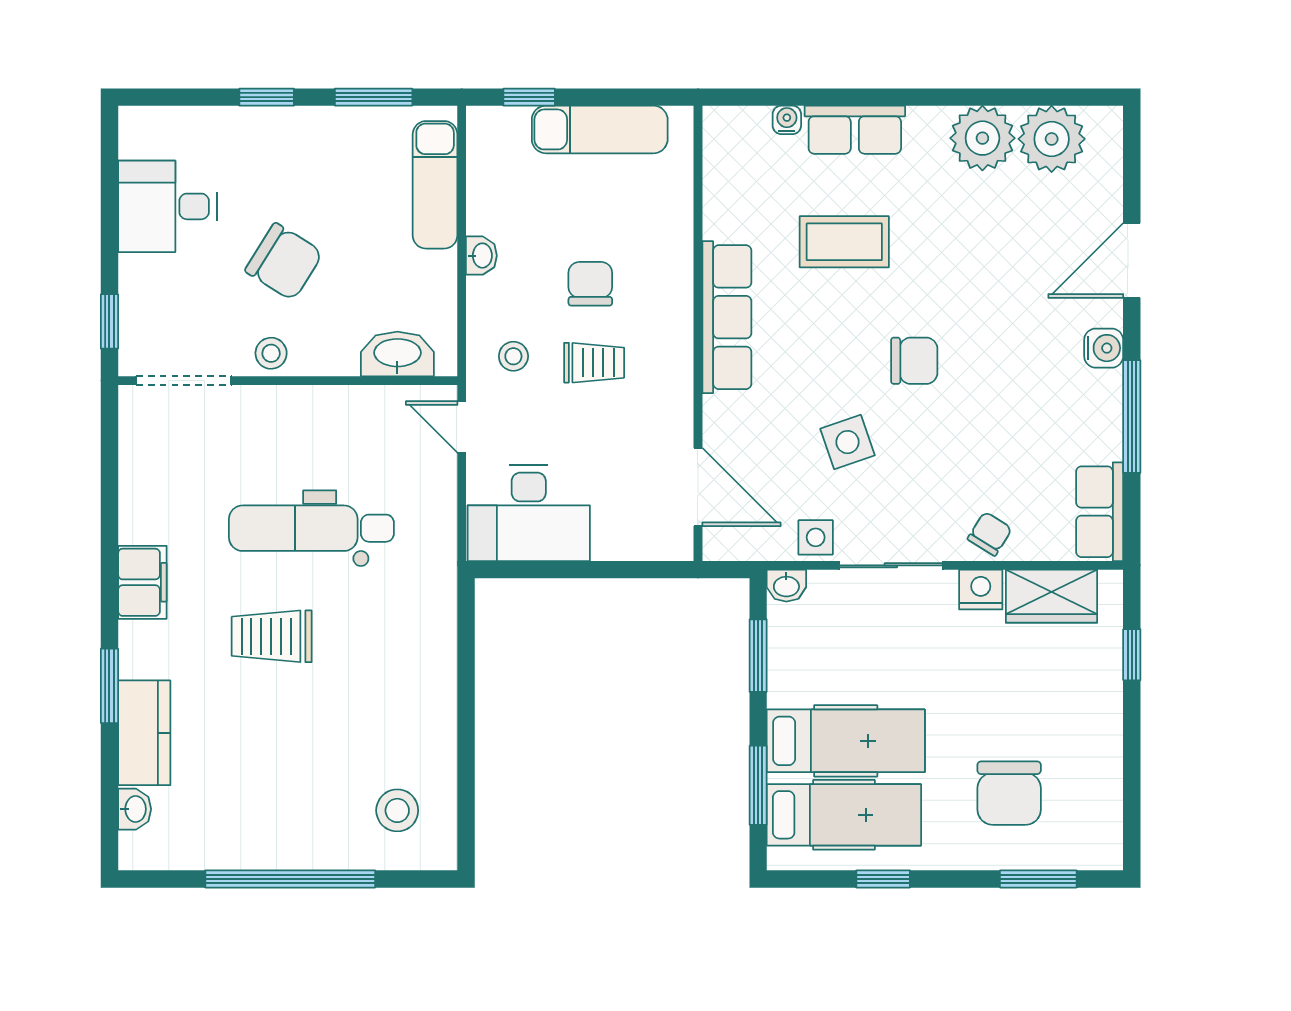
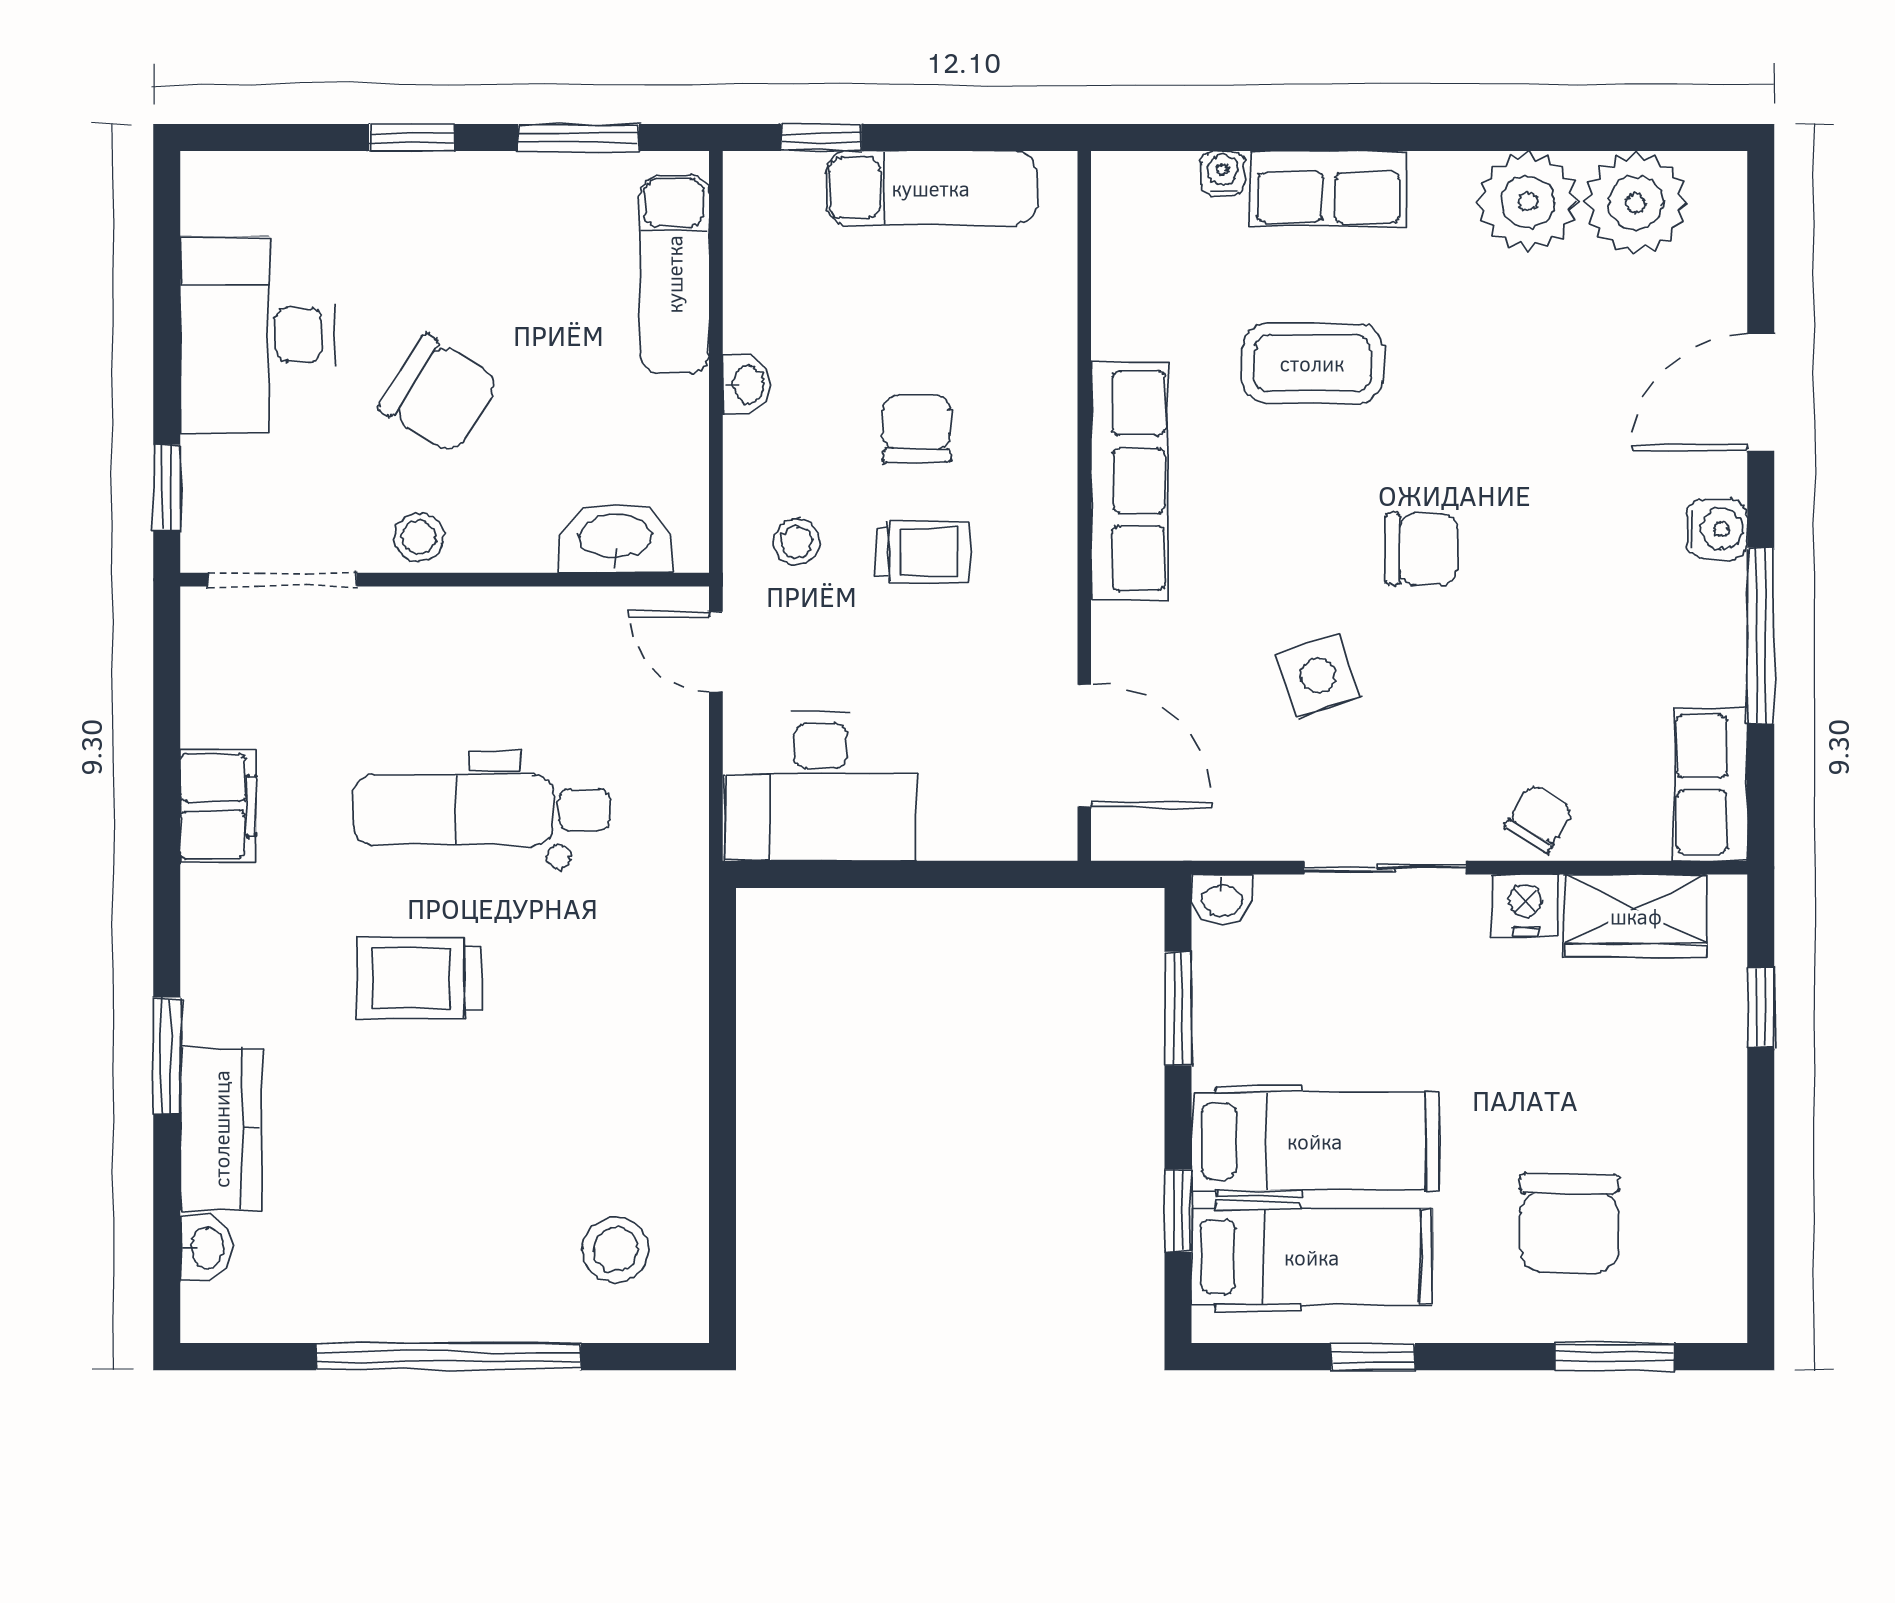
desk: (167, 206) -> (257, 335), width x1.37
side table: (816, 537) -> (1268, 824), removed
filing cabinet: (142, 582) -> (218, 806), moved
window: (758, 785) -> (1178, 1211), width x0.67

